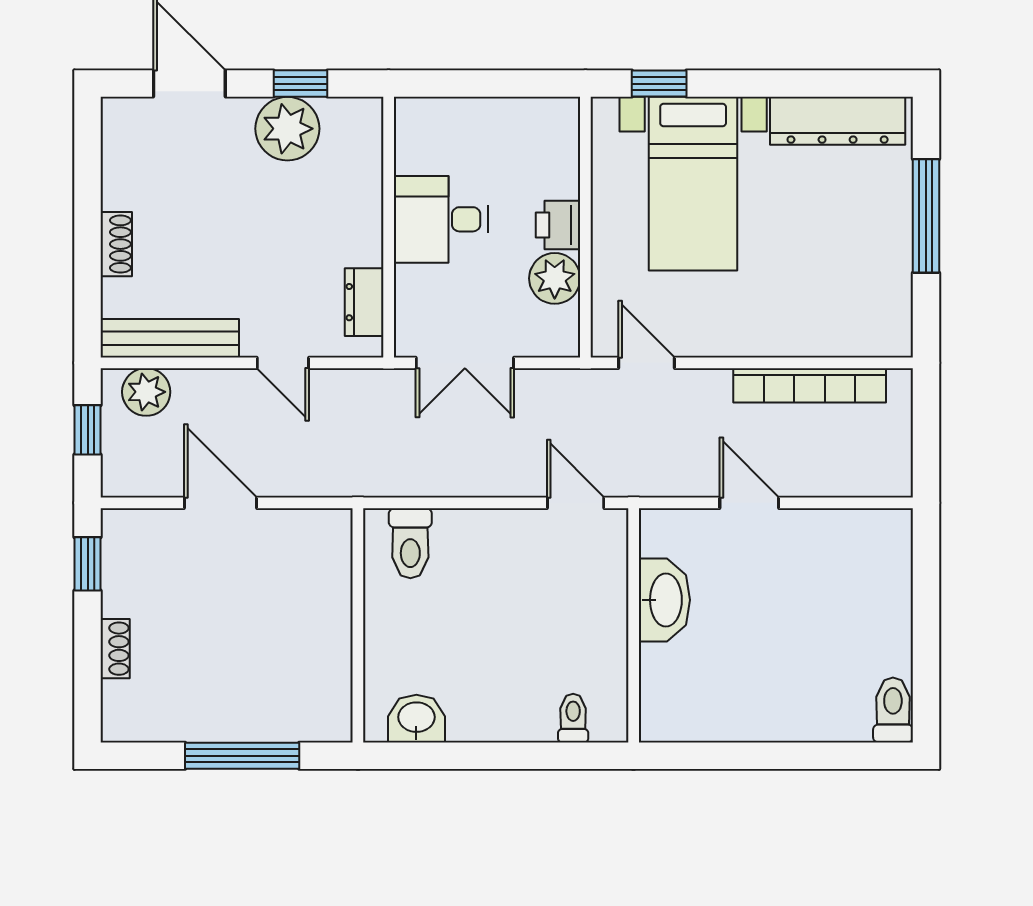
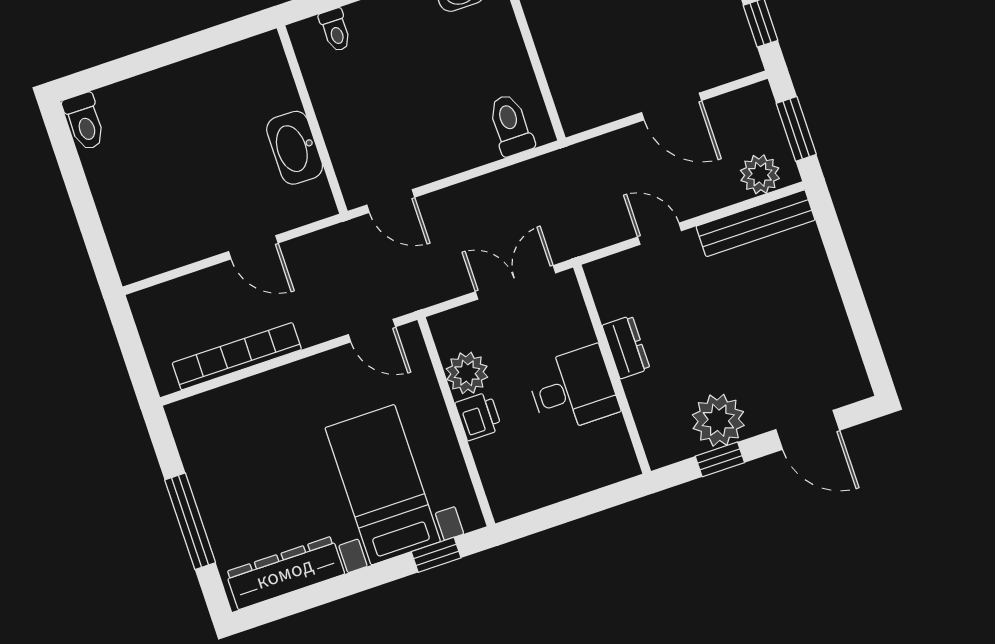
shoe rack: (116, 244) -> (823, 283), removed
dresser: (364, 302) -> (626, 347), moved
window: (88, 430) -> (796, 129), width x1.50

